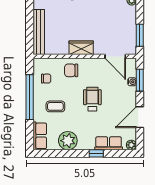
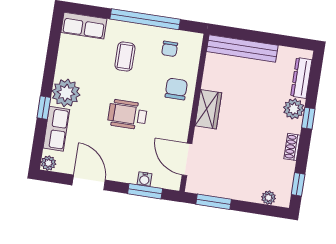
door: (115, 56) -> (187, 159), hinge flipped
wheelchair: (92, 99) -> (127, 115), turned 180
plant: (68, 141) -> (66, 93), moved

